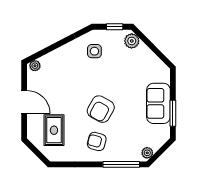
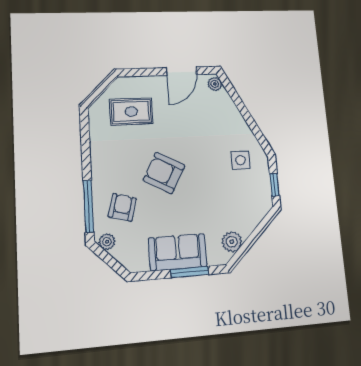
plant: (132, 41) -> (232, 242), moved
door: (24, 102) -> (182, 71), moved
window: (173, 113) -> (190, 272), moved
armchair: (97, 141) -> (122, 207), moved

